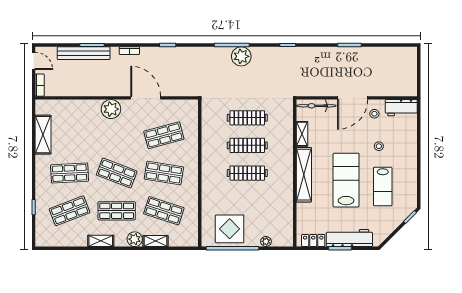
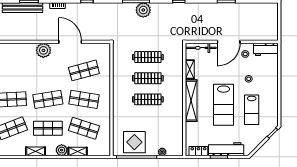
shop shelf: (117, 173) -> (48, 99), turned -30
lab bench: (346, 180) -> (224, 105), turned 180

